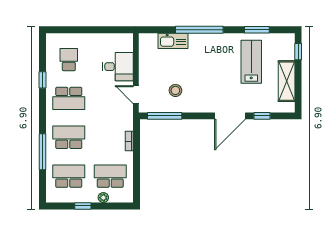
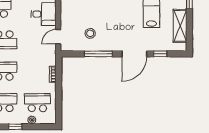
door: (136, 95) -> (58, 37), hinge flipped
window: (165, 116) -> (98, 54), moved

